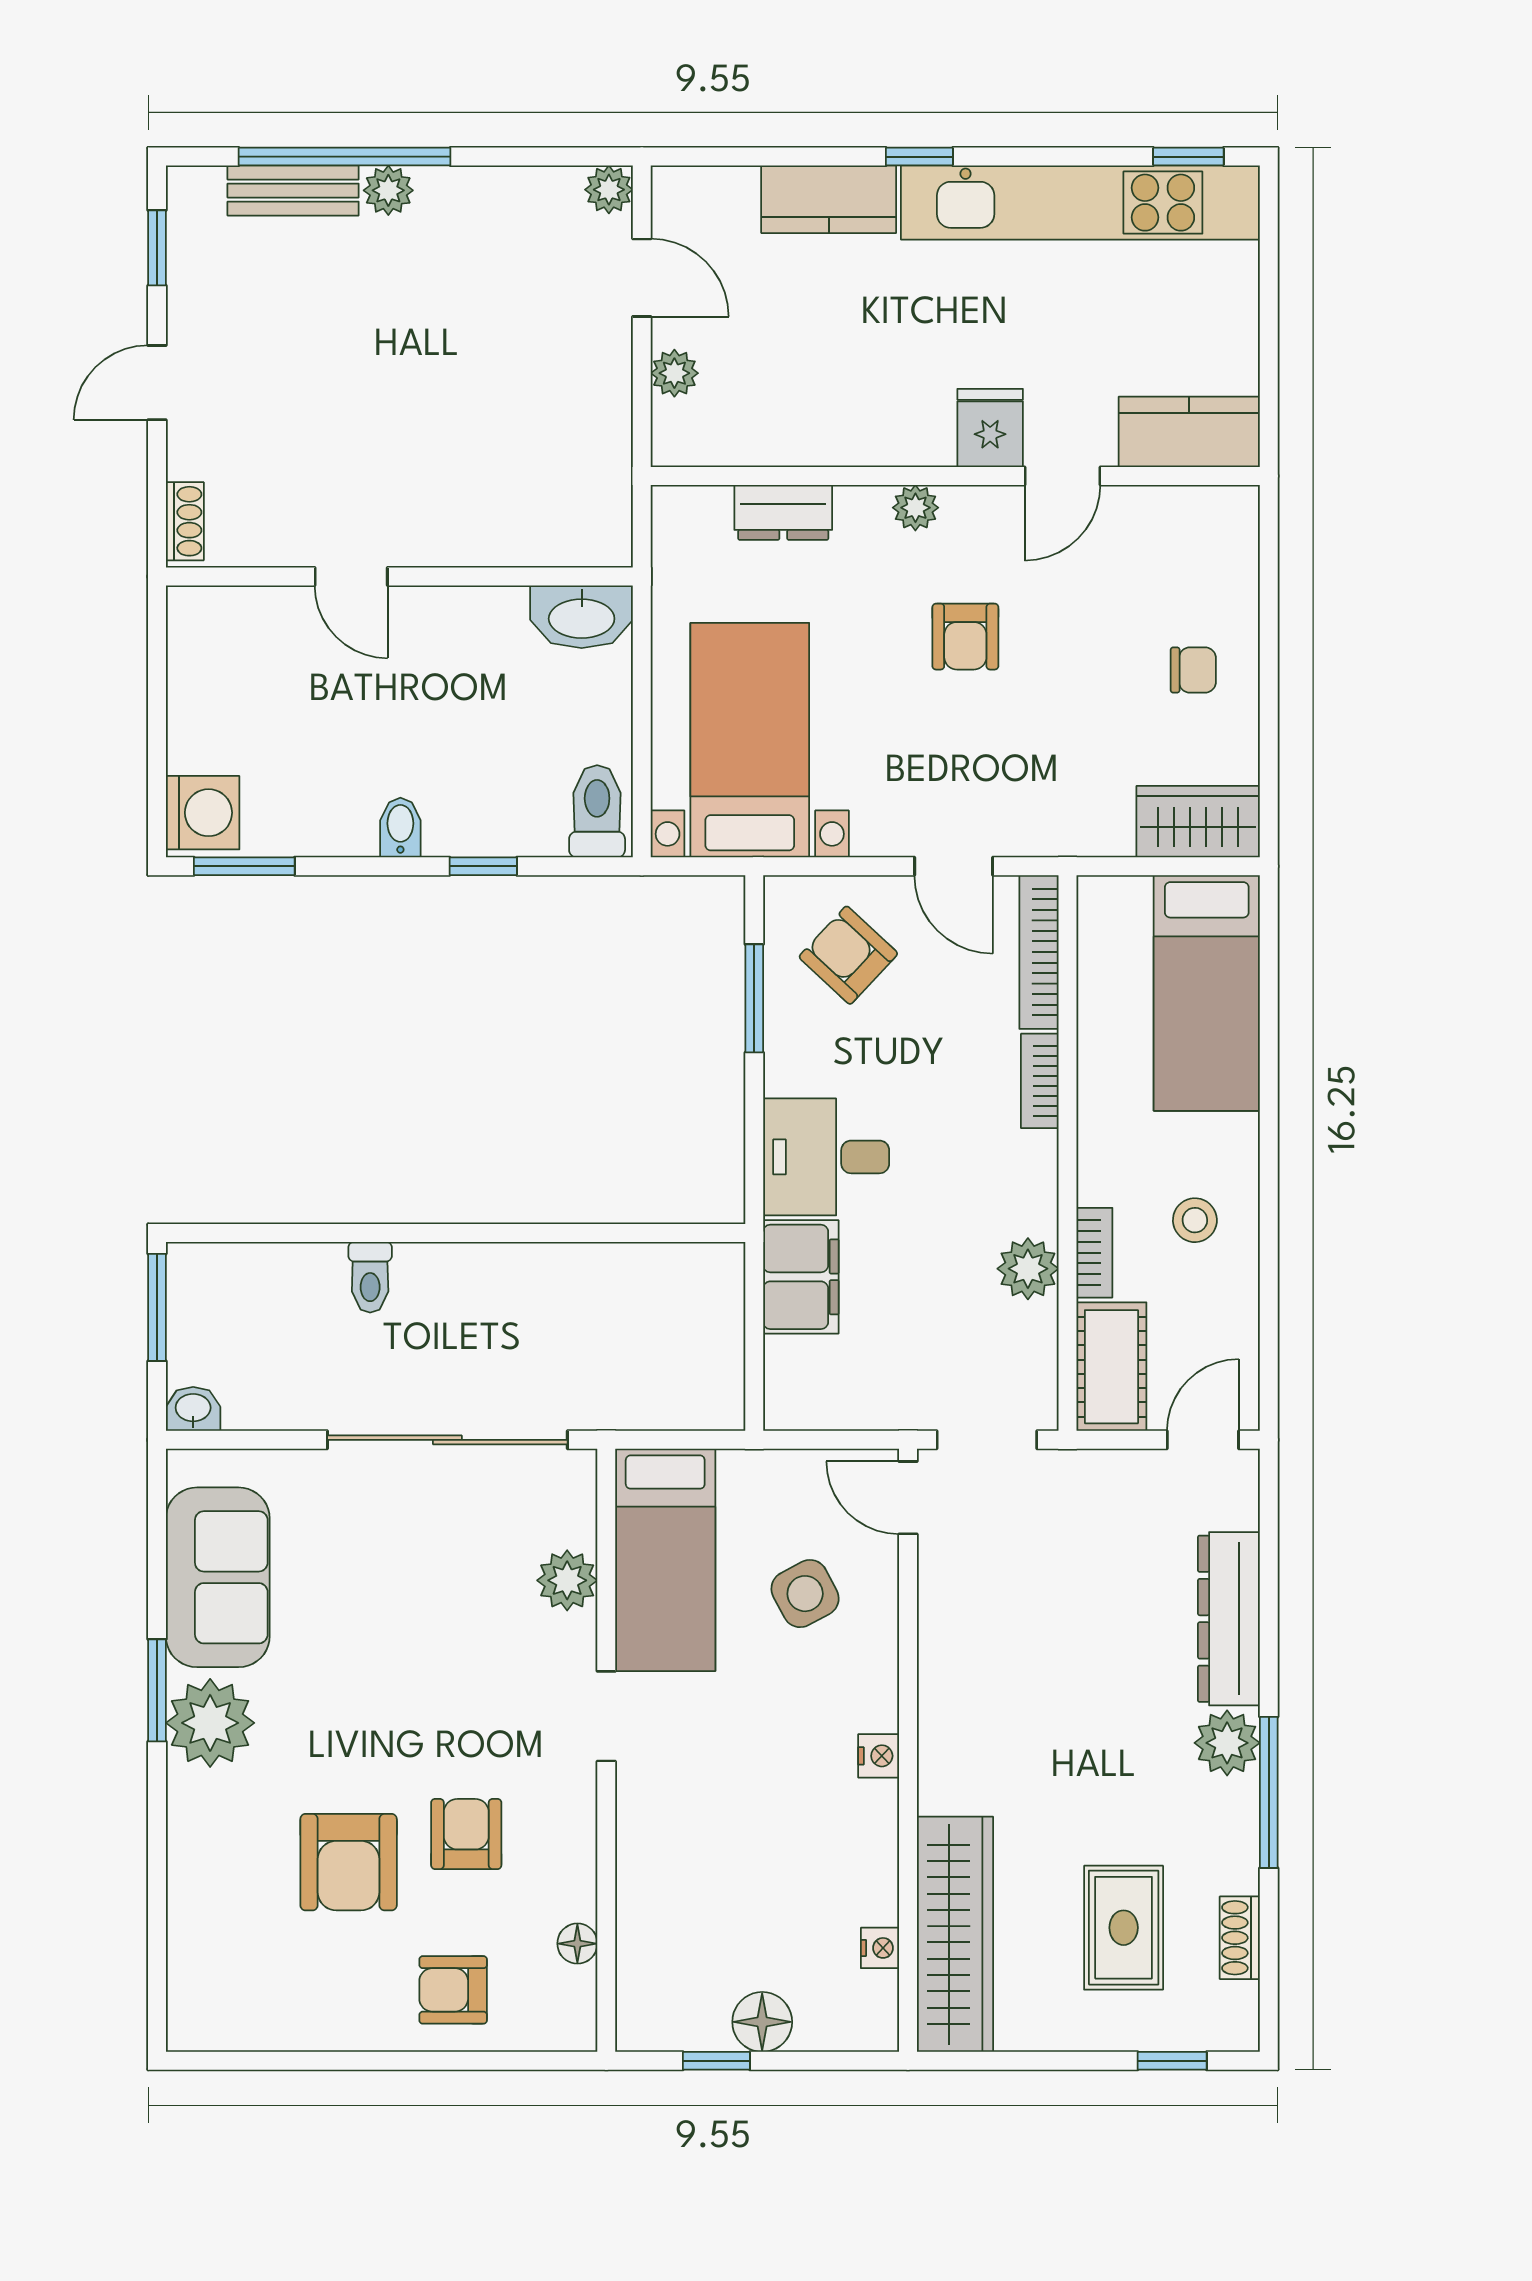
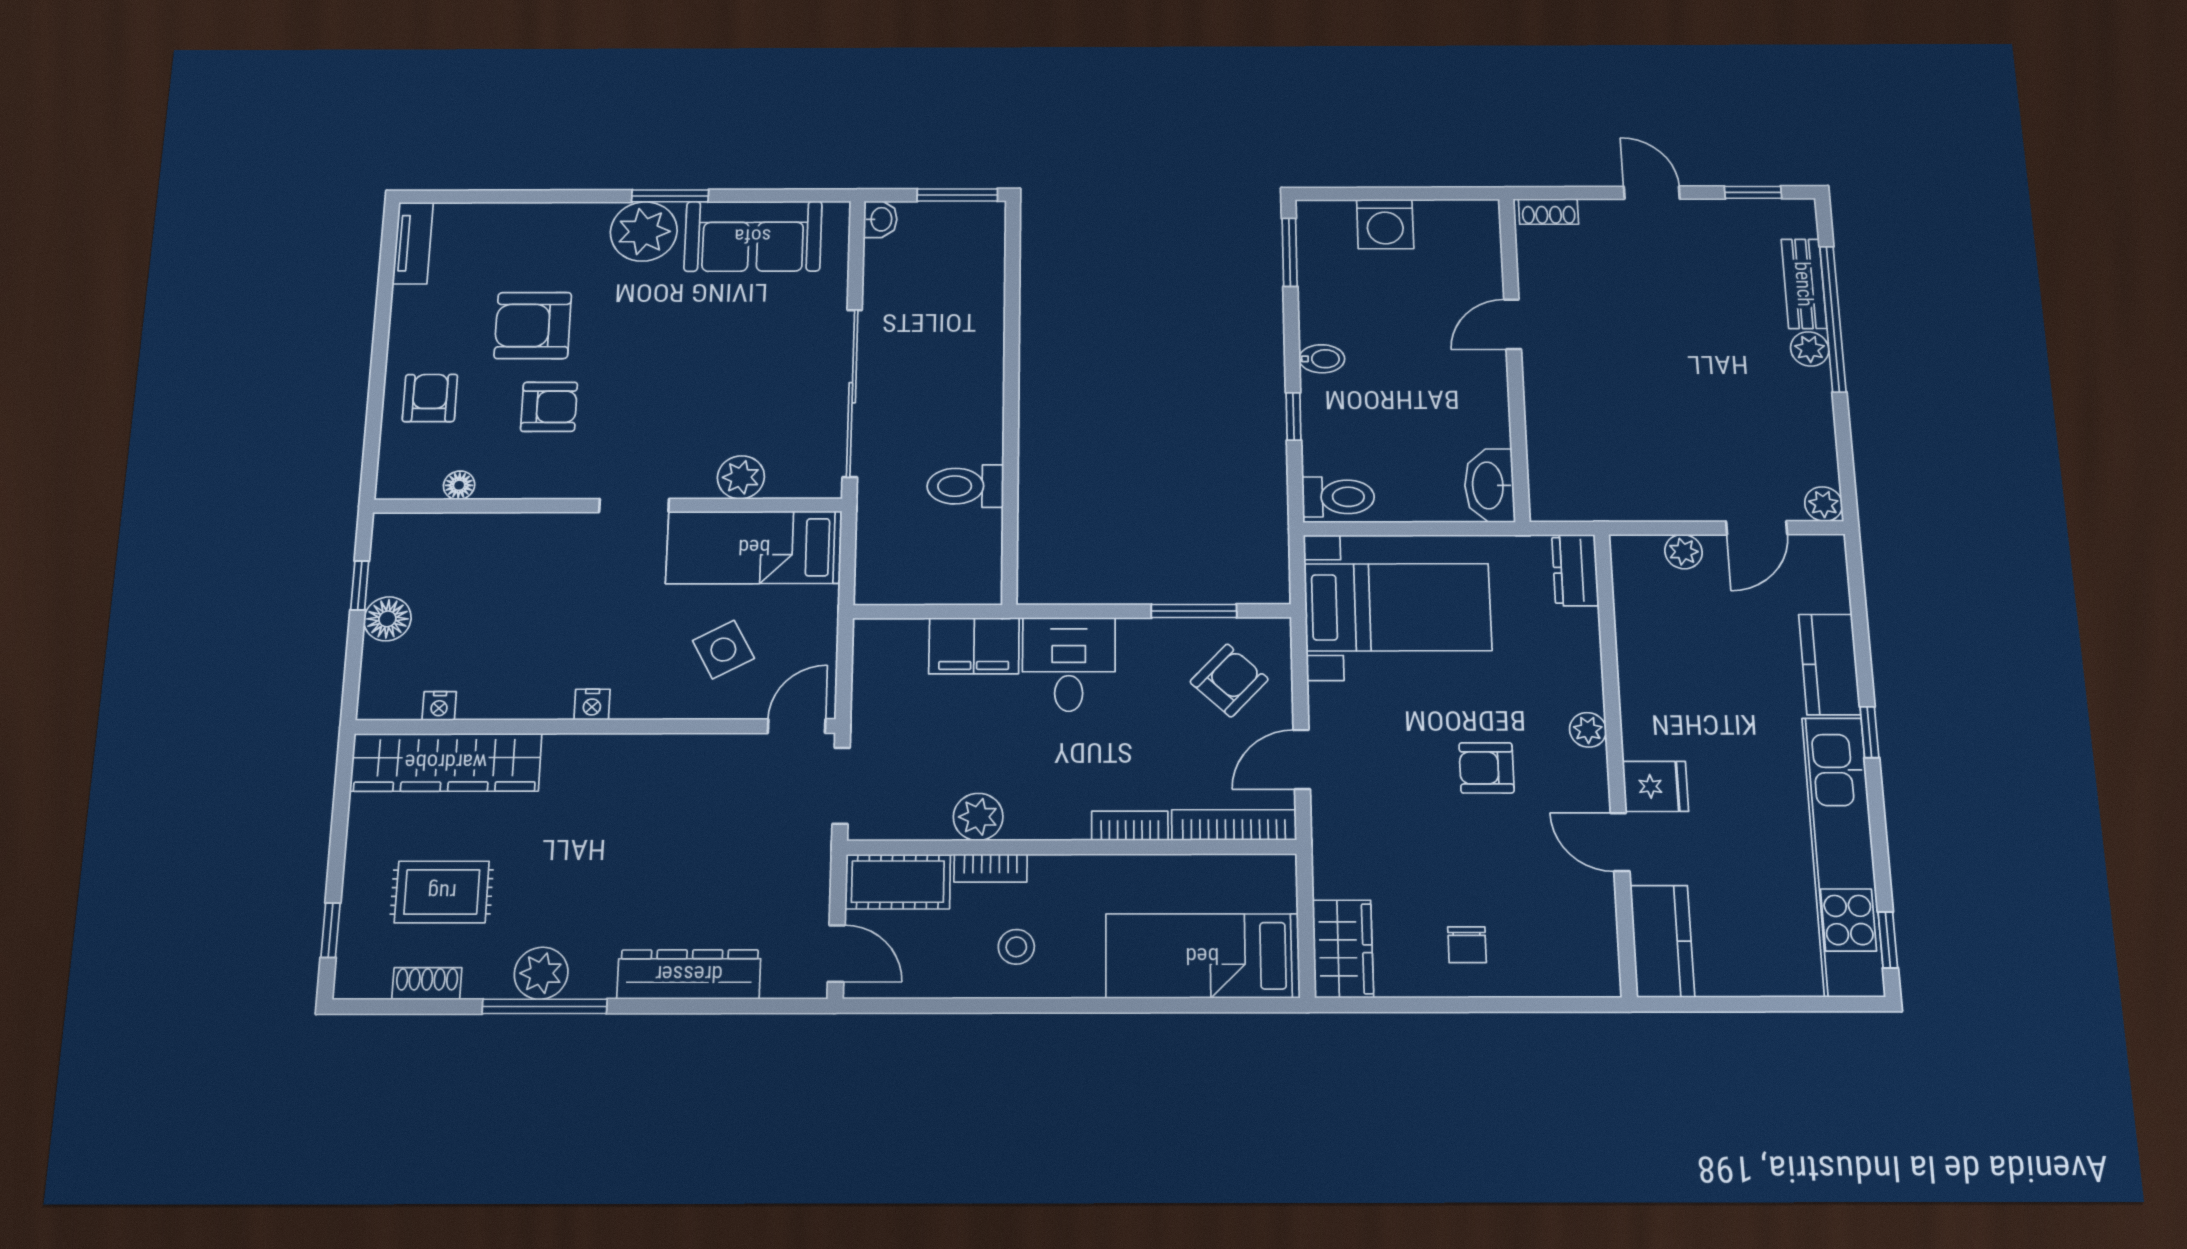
dresser: (783, 512) -> (1575, 570), moved
washing machine: (203, 813) -> (1385, 224), moved
toilet: (370, 1277) -> (965, 486), moved, width x1.37, depth x1.39
plant: (1227, 1743) -> (541, 973), moved
tv unit: (226, 2029) -> (413, 243), added

